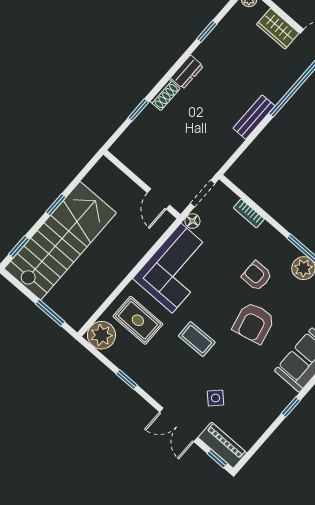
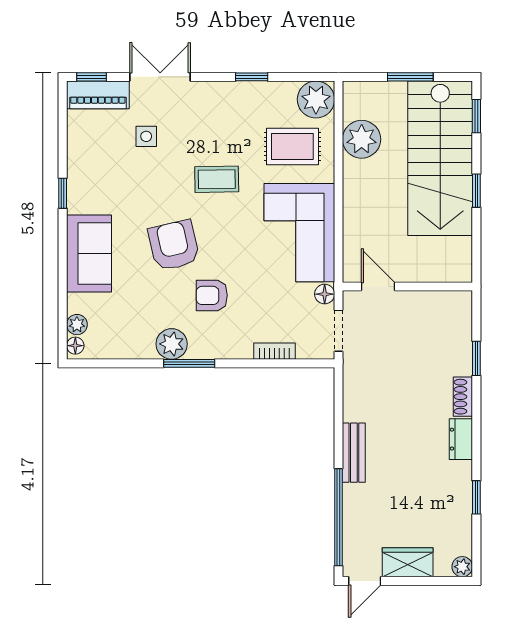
armchair: (257, 276) -> (212, 295), turned 180
plant: (95, 290) -> (362, 139), added
window: (50, 313) -> (410, 77), moved
side table: (216, 398) -> (146, 136), turned 45

